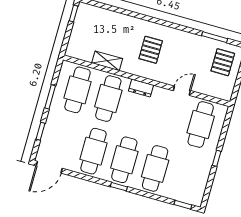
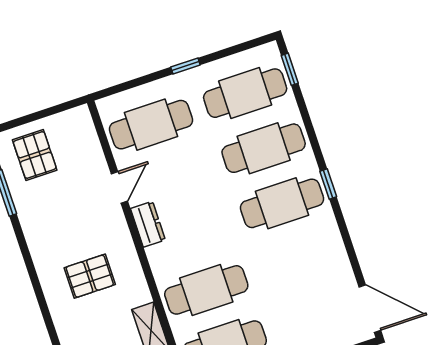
pallet: (223, 62) -> (35, 155), turned 90
dresser: (141, 88) -> (148, 224), moved
door: (182, 91) -> (119, 187), swing flipped
cafe table: (94, 151) -> (245, 93), moved

